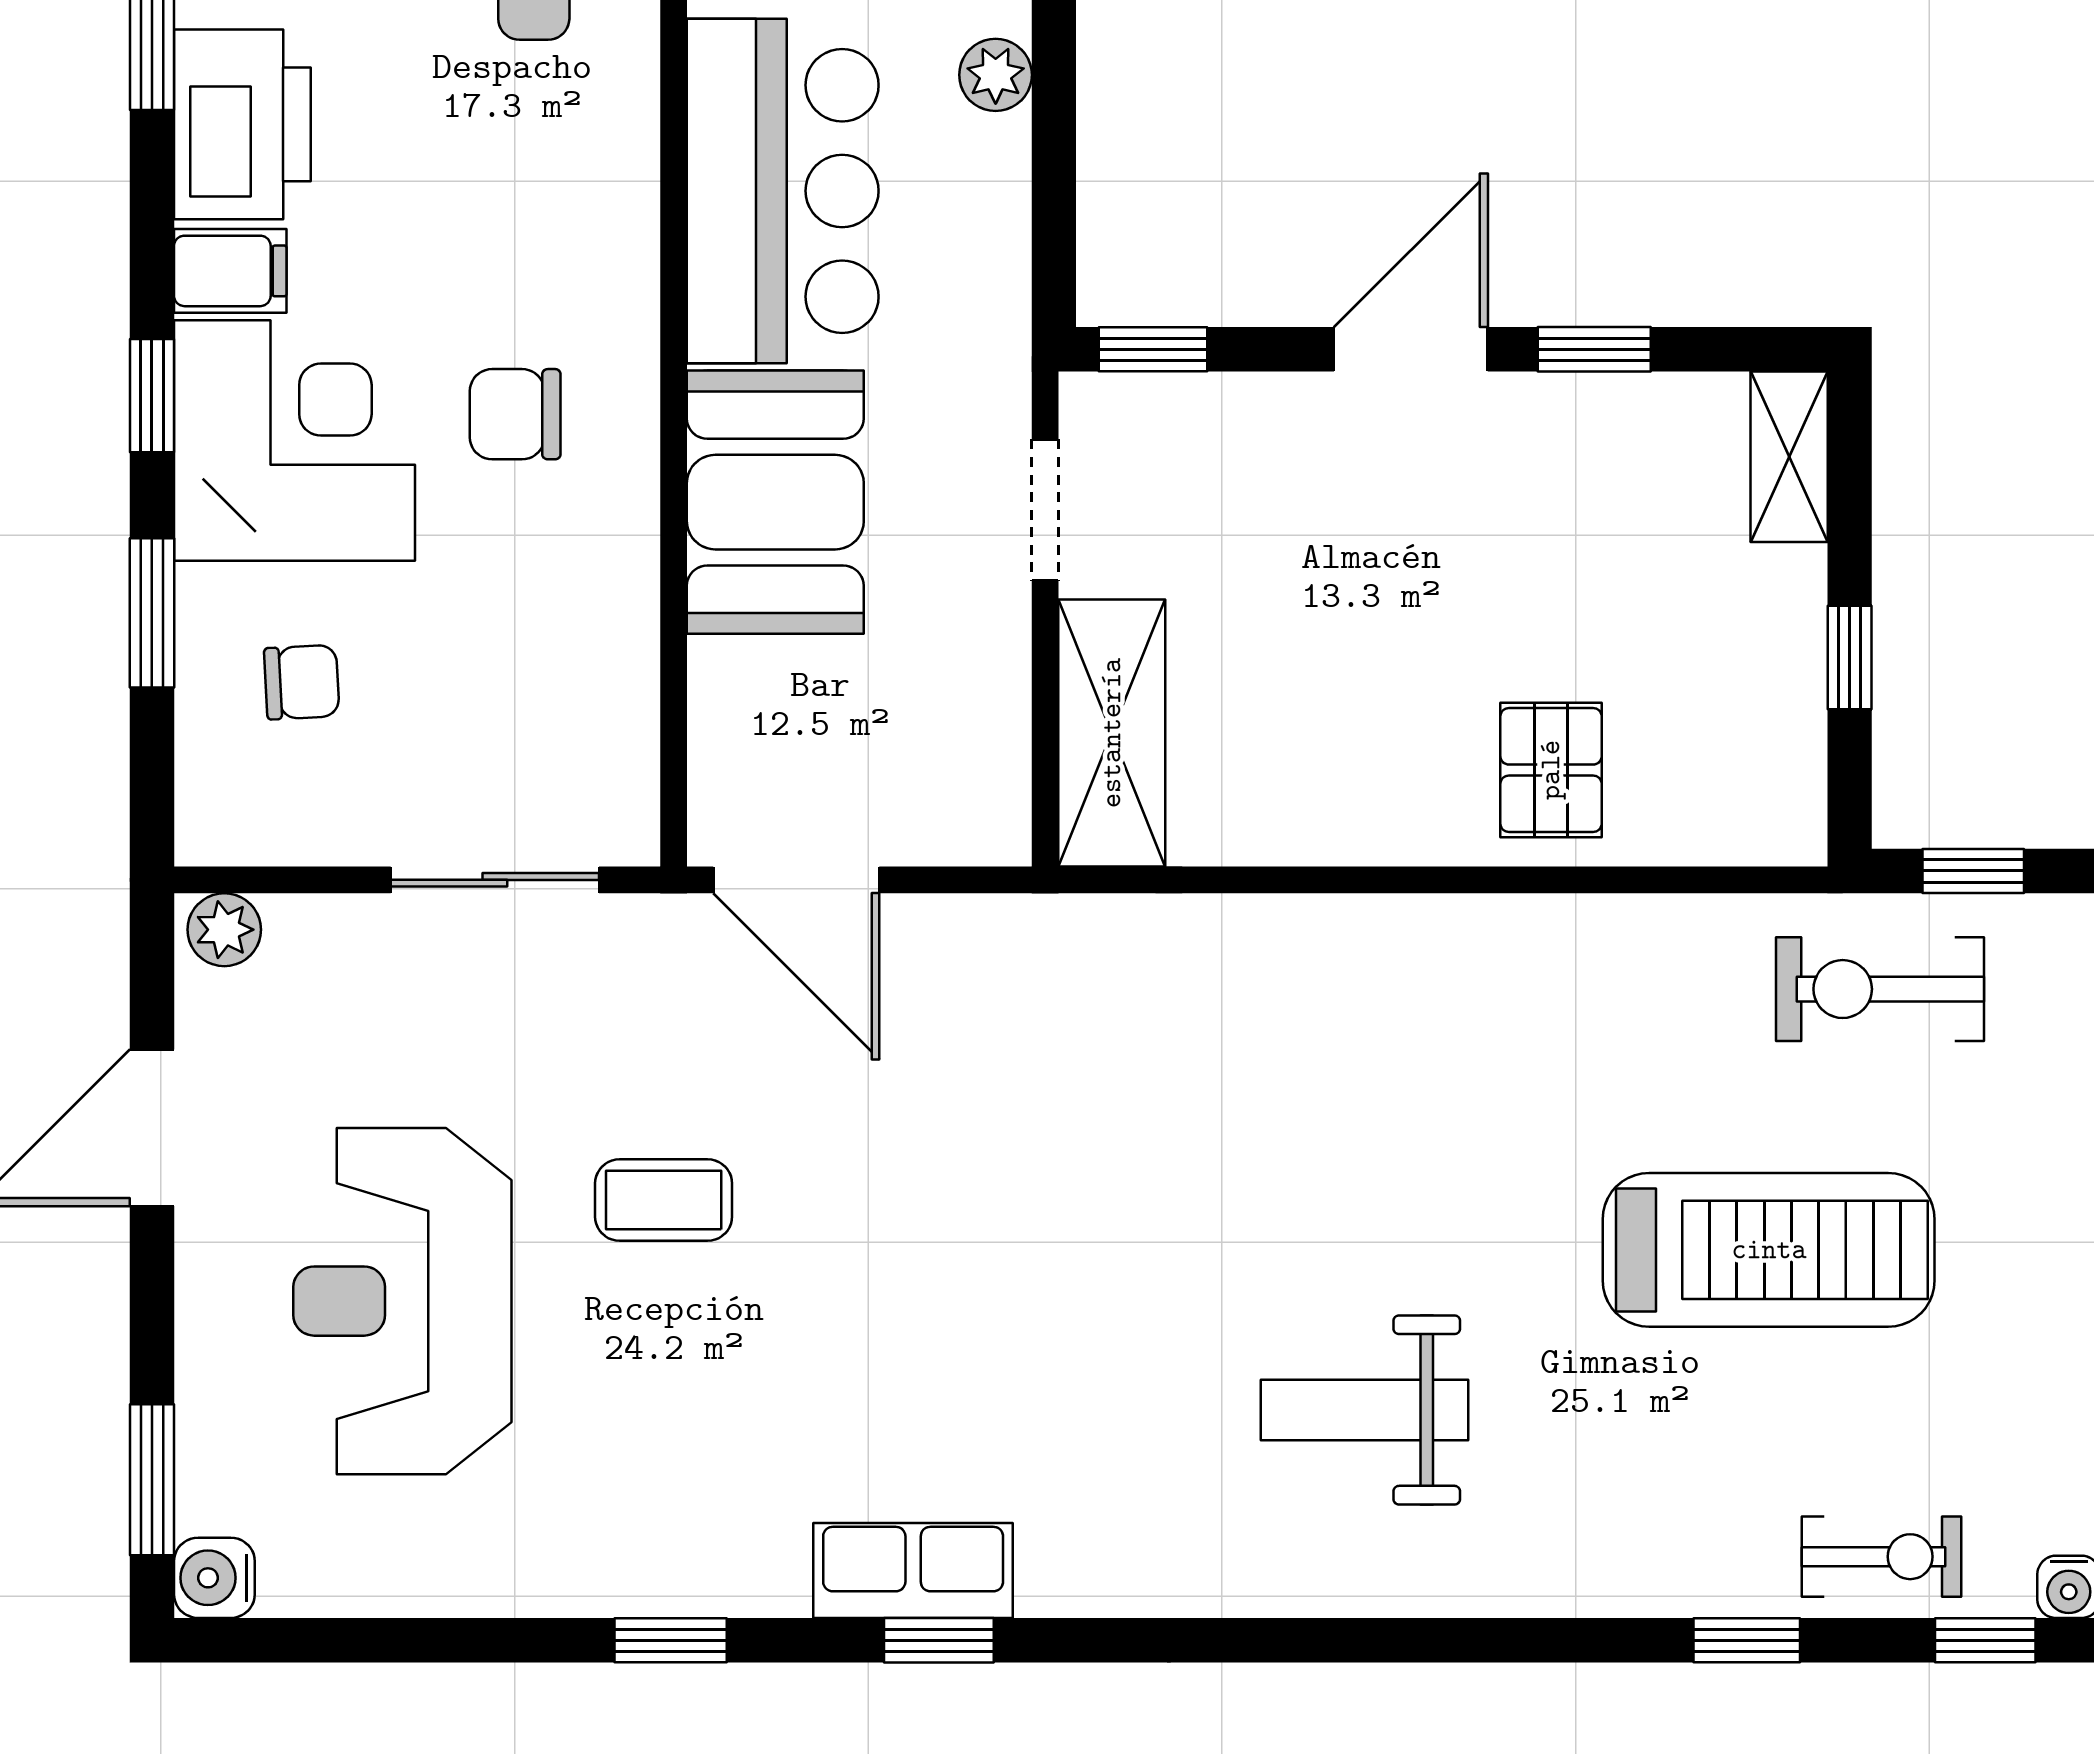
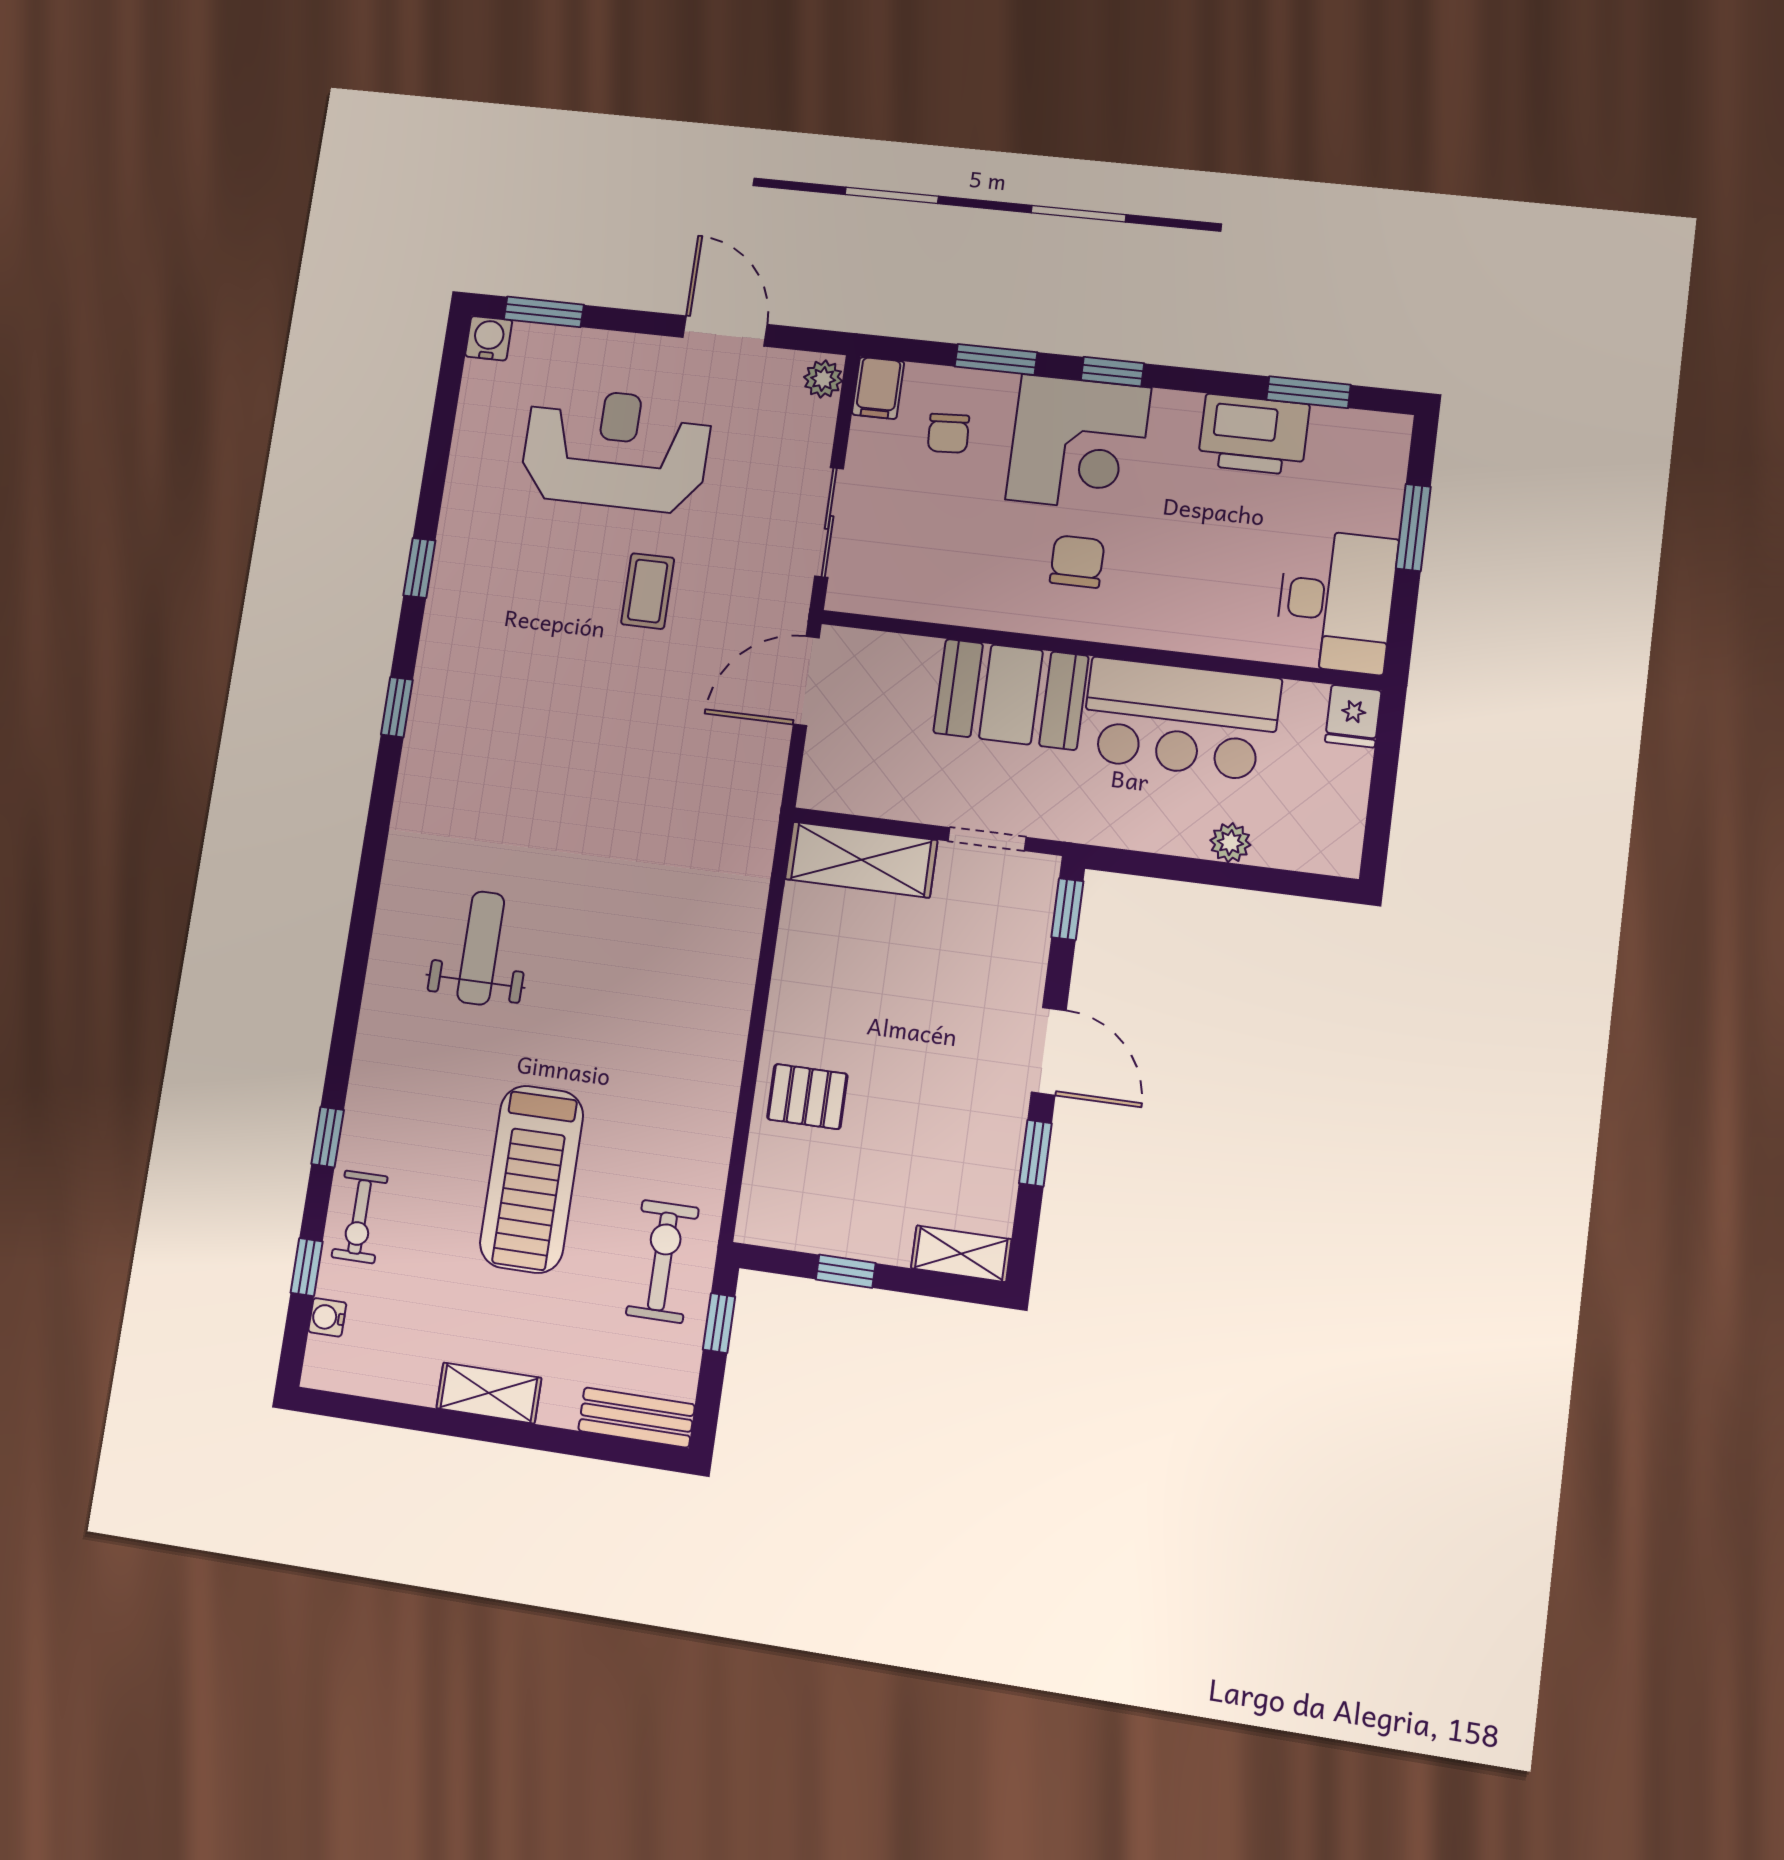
filing cabinet: (230, 271) -> (878, 388), moved
row of seats: (913, 1570) -> (435, 698), removed

